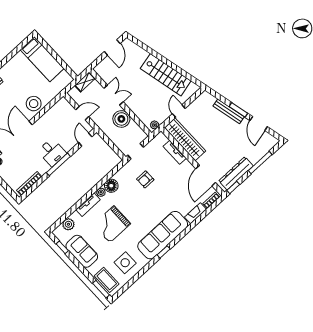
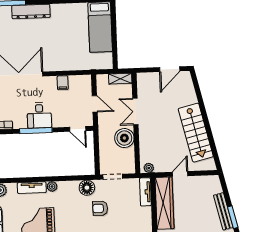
double door: (114, 95) -> (135, 111), swing flipped
stool: (34, 104) -> (60, 59), removed
filing cabinet: (49, 117) -> (63, 83), added
door: (85, 140) -> (78, 129), swing flipped
tv unit: (175, 152) -> (145, 192), moved
floor lamp: (111, 186) -> (87, 188), moved

